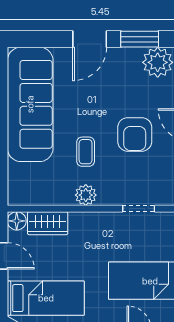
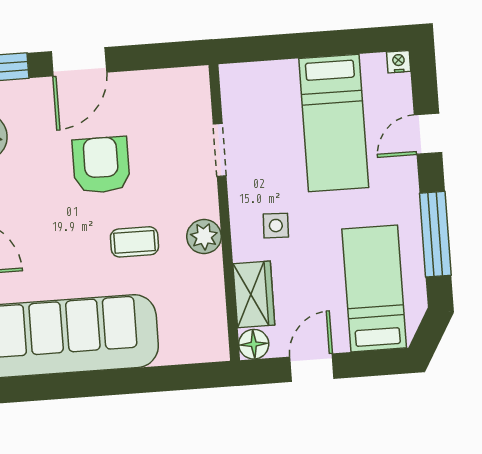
armchair: (135, 134) -> (101, 165), turned -90
side table: (89, 240) -> (276, 226), added

